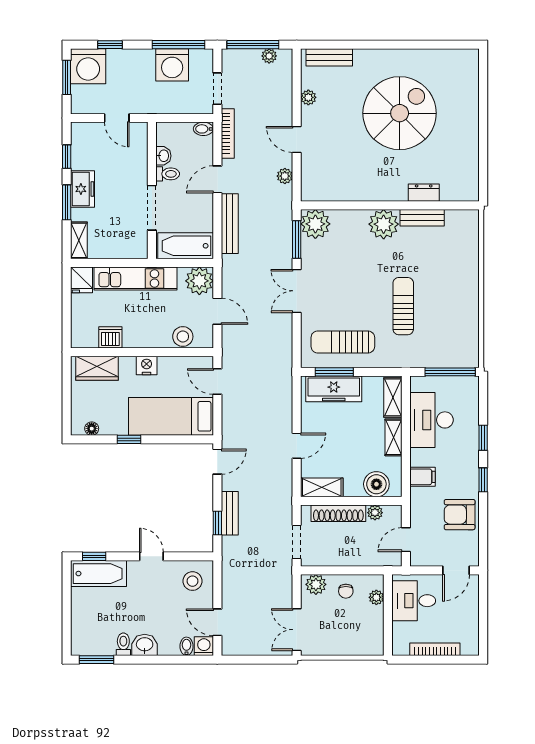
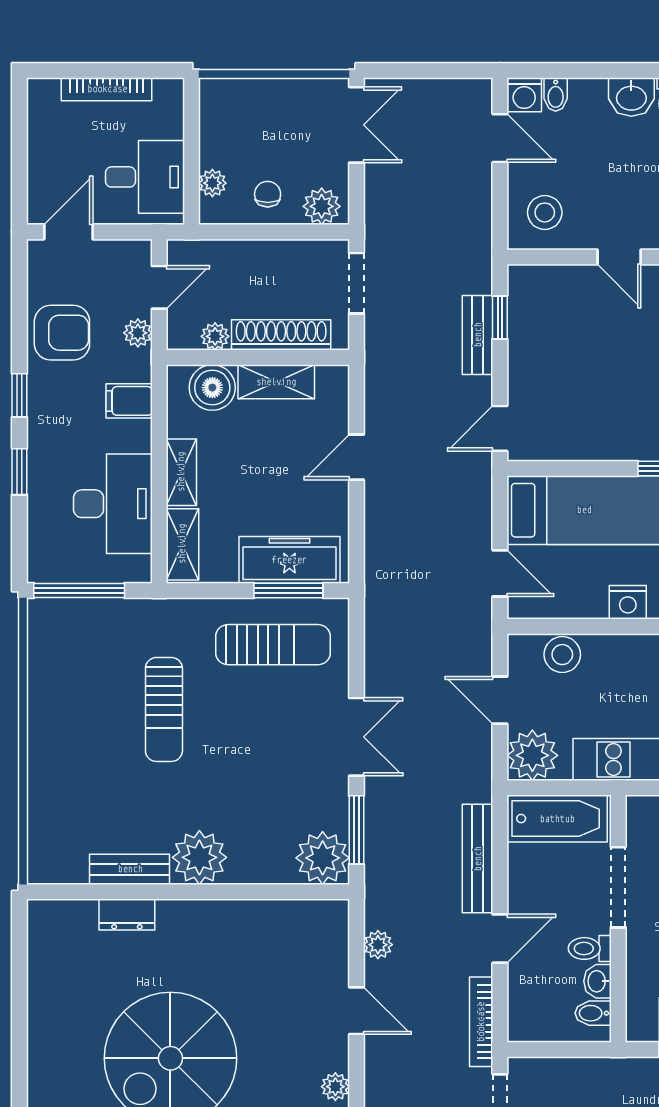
bidet: (203, 129) -> (593, 1013), moved, turned 180
shelving: (322, 487) -> (276, 382), moved
plant: (418, 514) -> (138, 333), added

